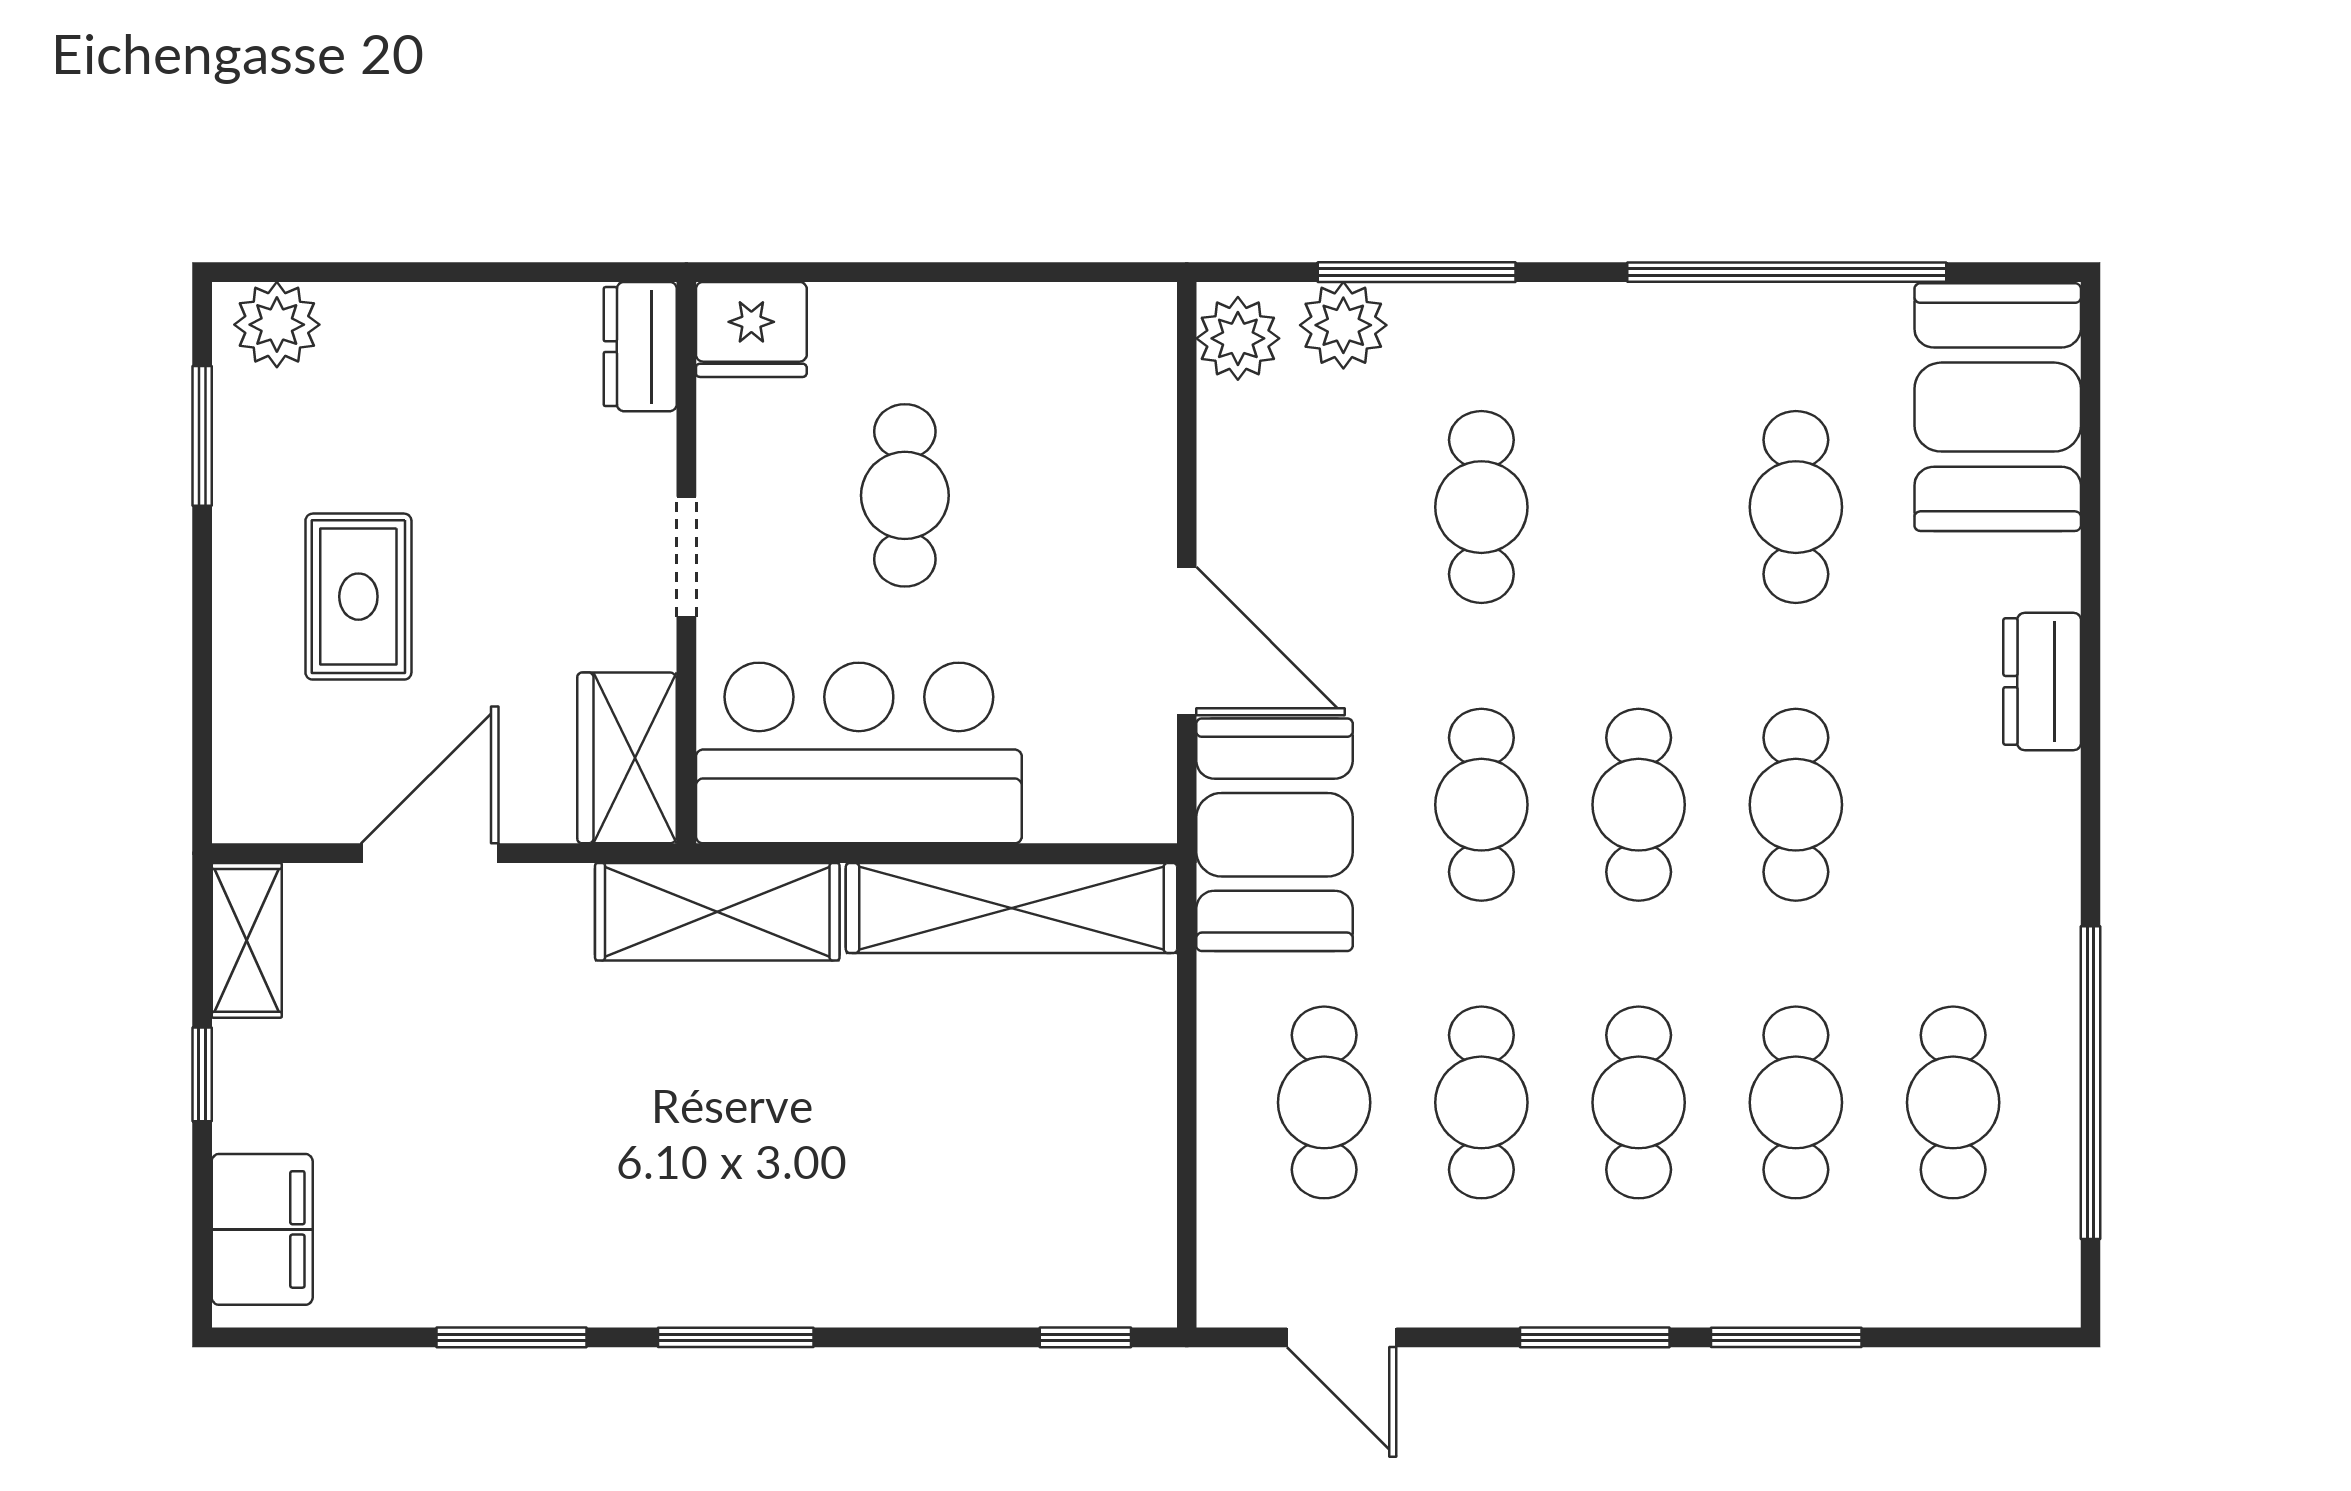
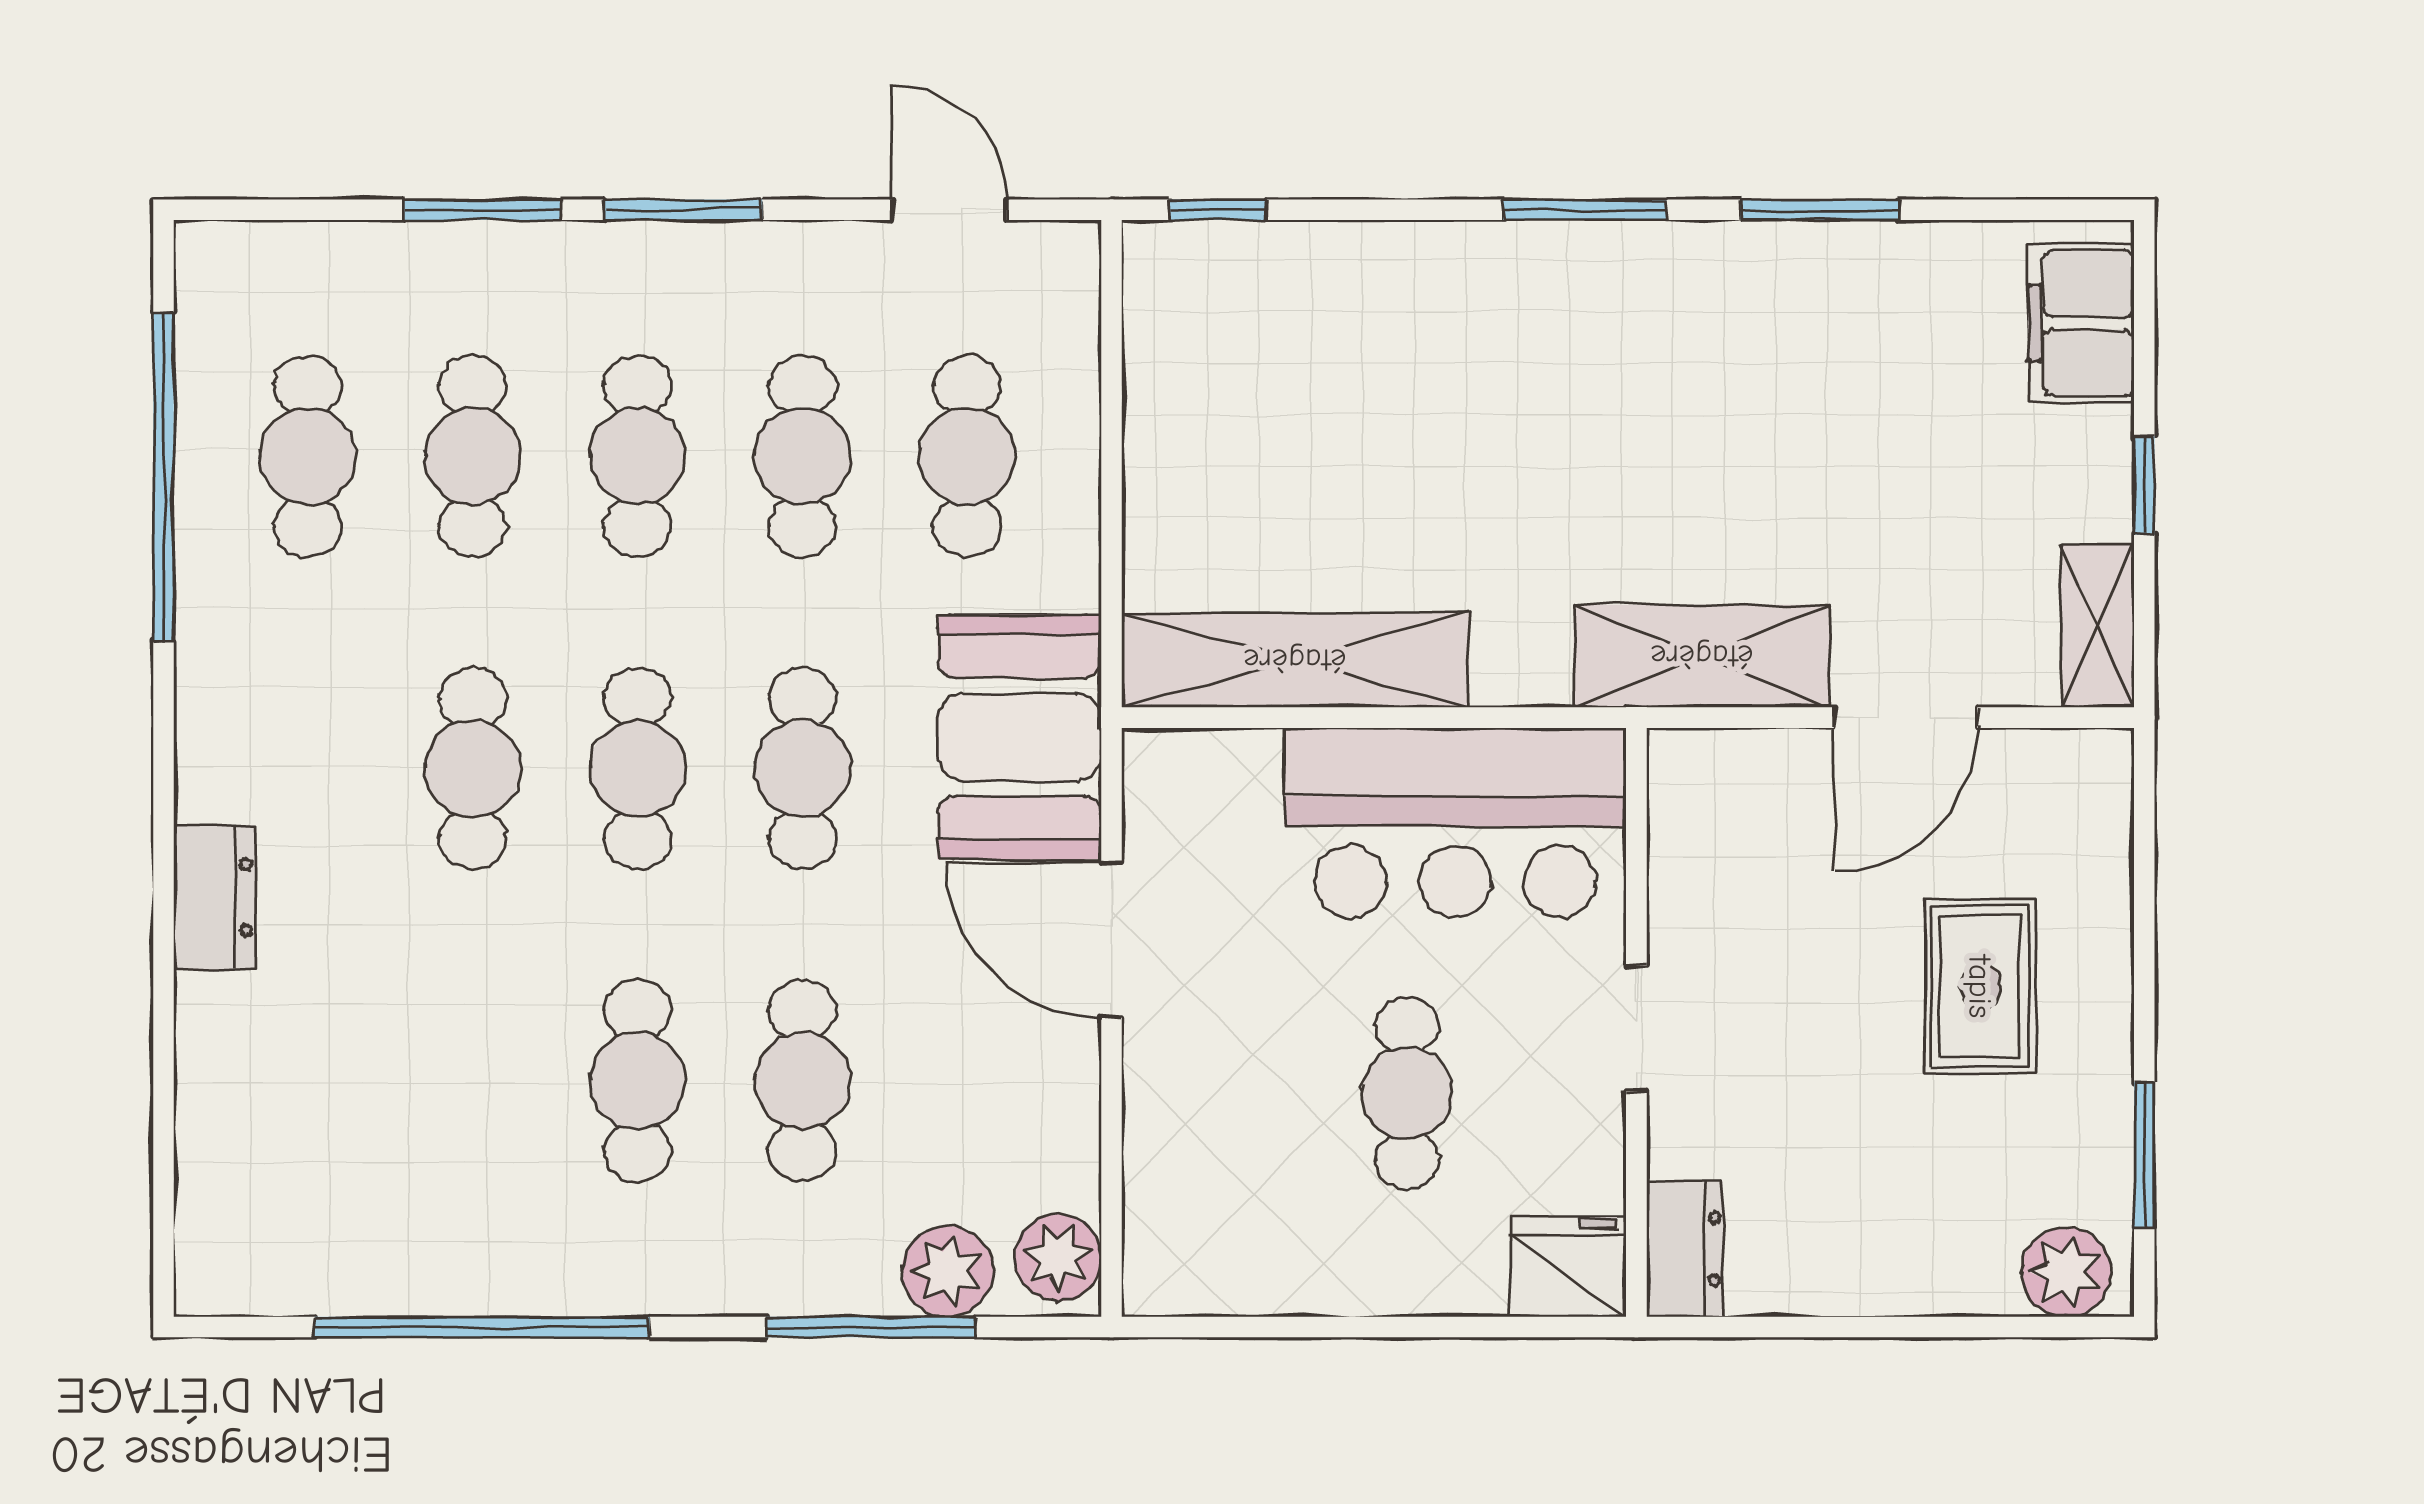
booth: (1998, 407) -> (261, 1185), removed
cafe table: (1796, 507) -> (638, 1081), moved
wardrobe: (627, 758) -> (1699, 818), removed
shelving: (717, 912) -> (1702, 656), moved

